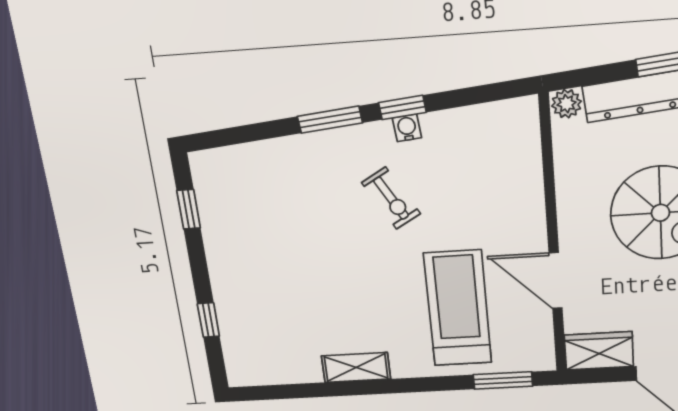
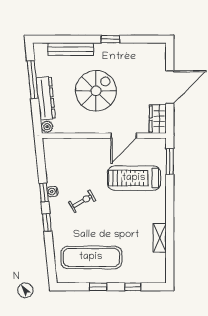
window: (330, 120) -> (47, 222), width x0.67
window: (189, 209) -> (98, 287), moved
exercise mat: (261, 227) -> (91, 257), added
shelving: (356, 367) -> (160, 238), moved

